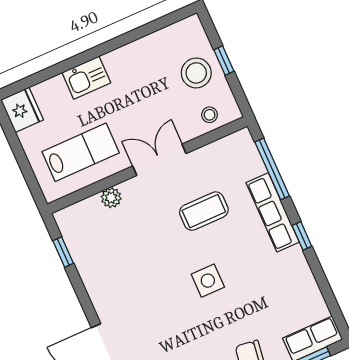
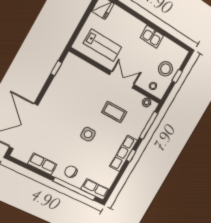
kitchen sink: (86, 78) -> (152, 37), moved
plant: (111, 198) -> (147, 102), moved
row of seats: (273, 212) -> (124, 153), moved

